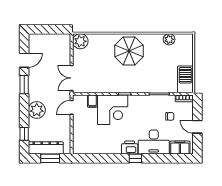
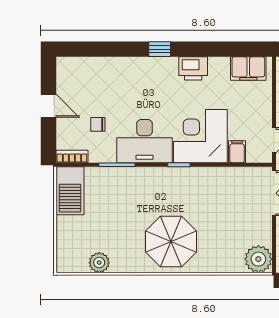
desk: (154, 142) -> (144, 141), moved, turned 180
printer: (130, 148) -> (193, 68), moved
filing cabinet: (180, 148) -> (248, 69), moved

